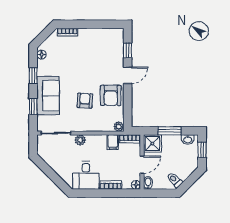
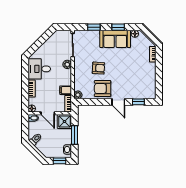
sofa: (48, 96) -> (115, 39), moved

